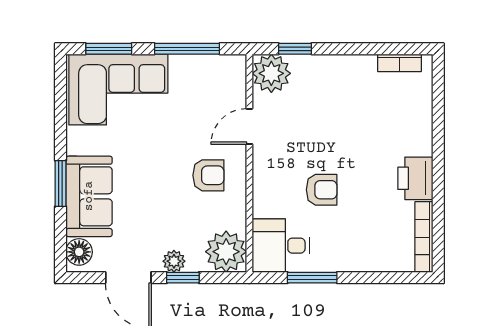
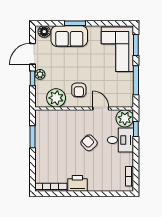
armchair: (322, 190) -> (89, 143), moved, turned 136
desk: (281, 246) -> (120, 140), moved, turned 90
plant: (226, 252) -> (56, 98), moved

